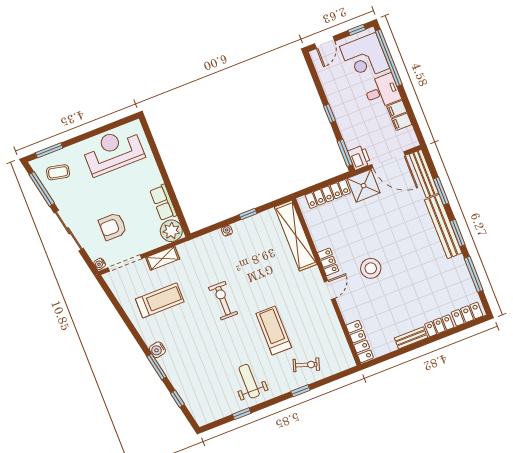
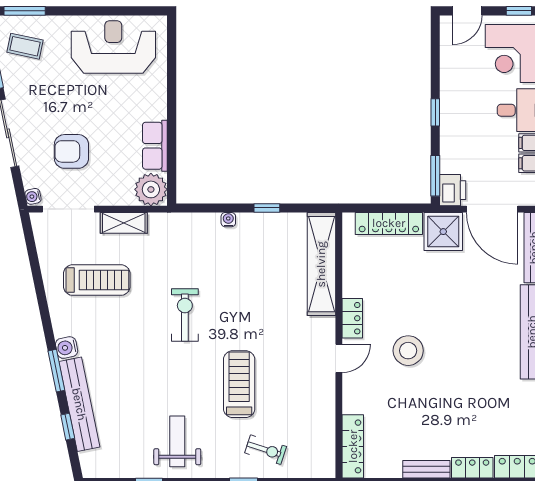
bench: (179, 382) -> (79, 404), added

